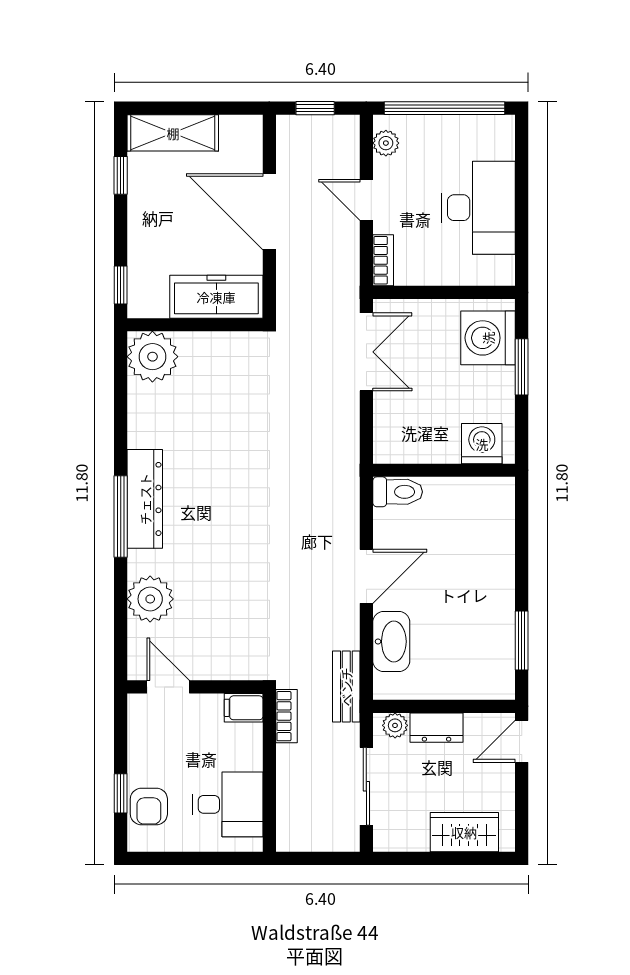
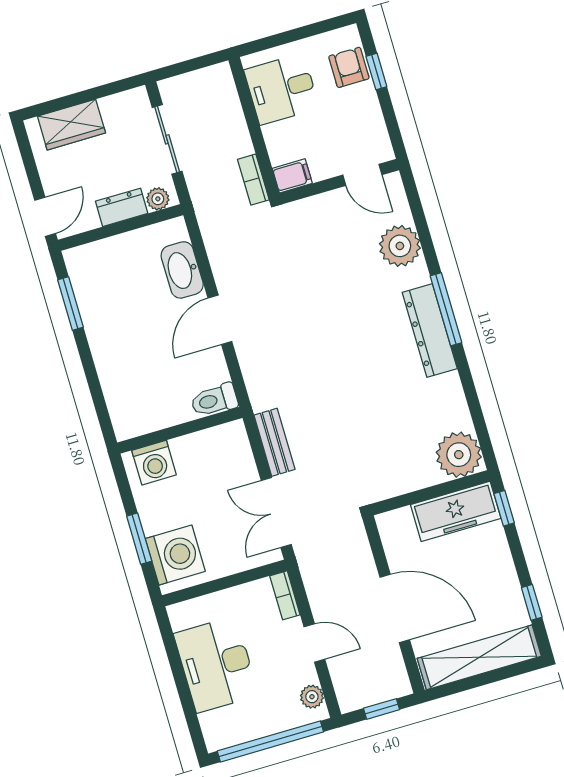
shelving: (173, 133) -> (479, 657), width x1.47
freezer: (216, 297) -> (456, 511), moved
bench: (346, 687) -> (274, 442), moved

